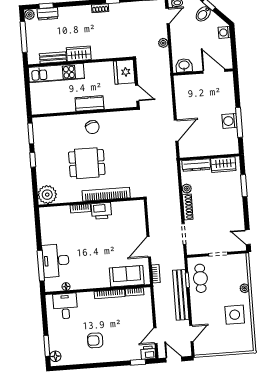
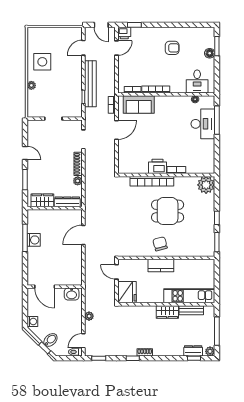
door: (248, 237) -> (25, 153), moved
cafe table: (200, 278) -> (71, 98), removed
floor lamp: (55, 356) -> (210, 53), moved

